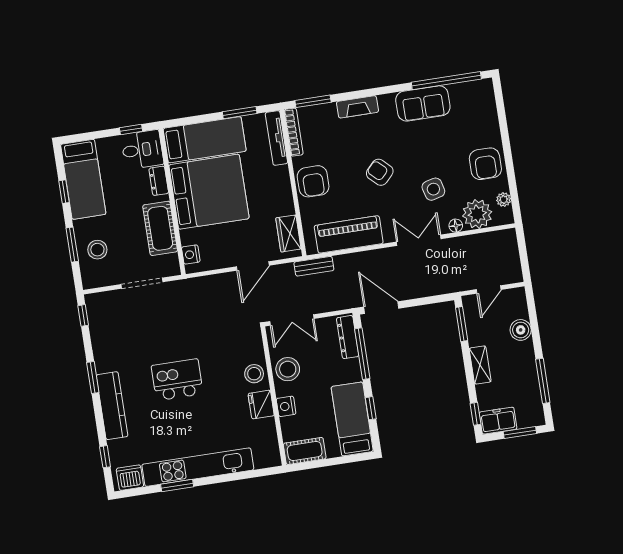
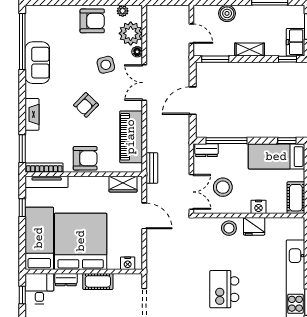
window: (240, 113) -> (22, 208), width x0.67
cot: (160, 228) -> (98, 281), width x0.73, depth x0.75
door: (381, 308) -> (193, 101), moved
dresser: (348, 337) -> (207, 150), width x0.70
stool: (288, 369) -> (223, 187), moved
window: (371, 408) -> (287, 141), moved

